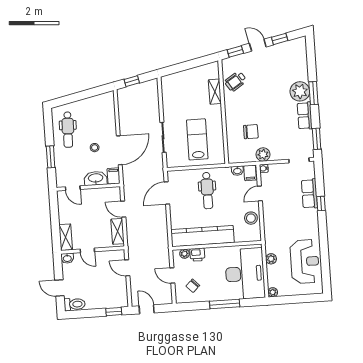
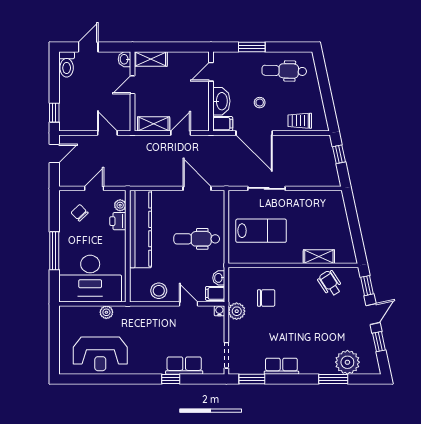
plant: (300, 91) -> (347, 362), moved
window: (313, 93) -> (333, 379), moved
trolley: (107, 114) -> (300, 121), added
chair: (251, 132) -> (266, 298), turned -90
door: (127, 268) -> (107, 133), hinge flipped
plant: (273, 292) -> (65, 312), removed

